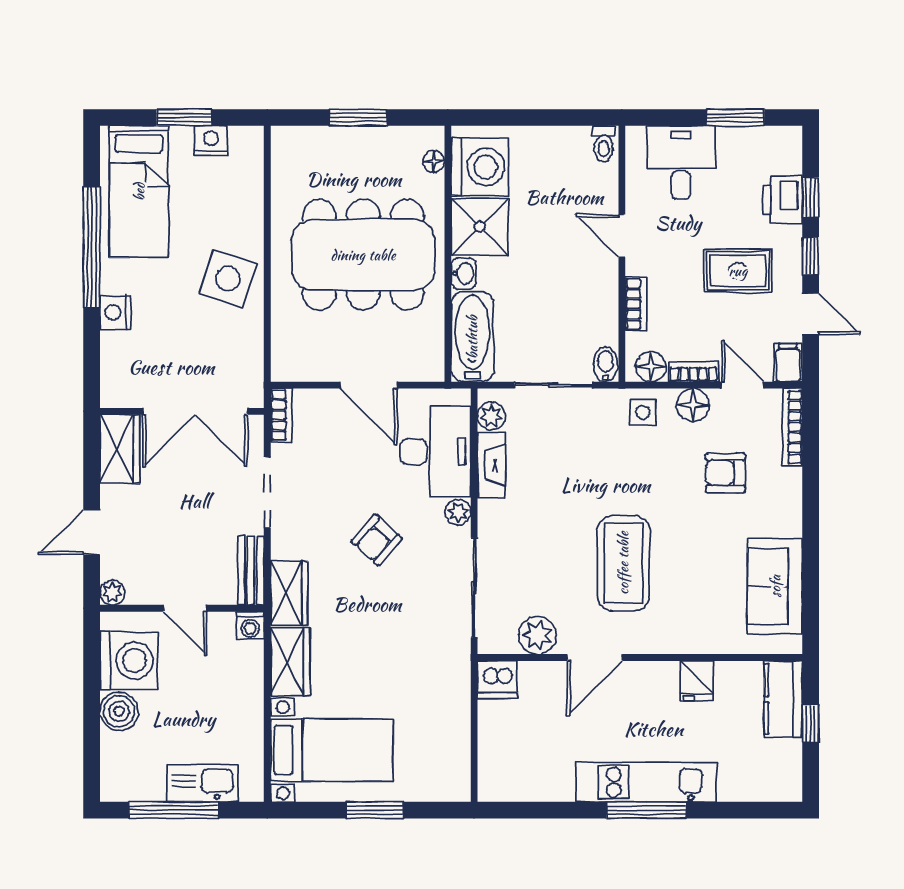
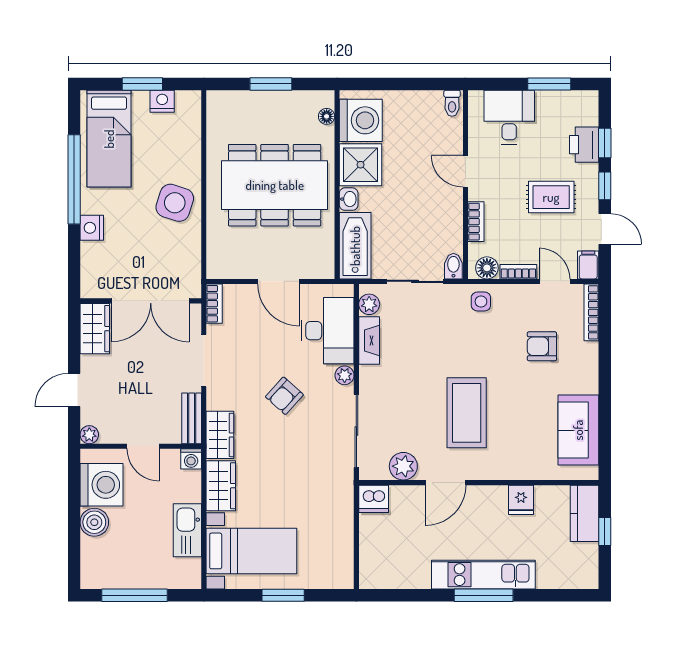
floor lamp: (693, 405) -> (518, 296), removed
kitchen sink: (203, 783) -> (187, 530), moved, turned -90

